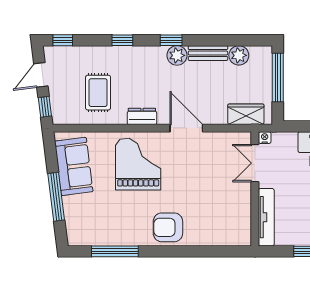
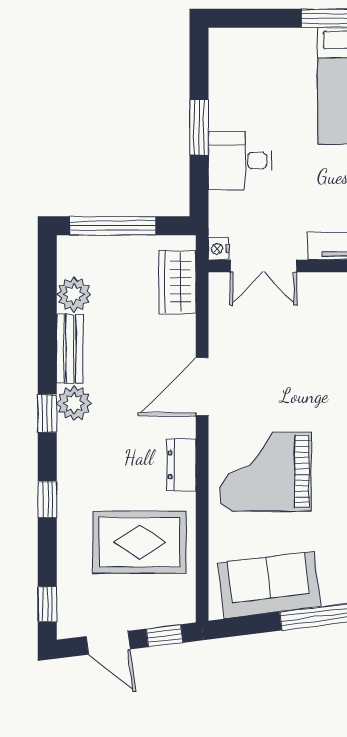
rug: (98, 93) -> (139, 542), width x1.36, depth x1.43

